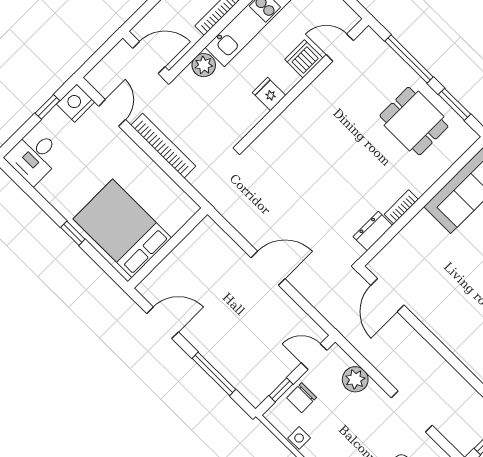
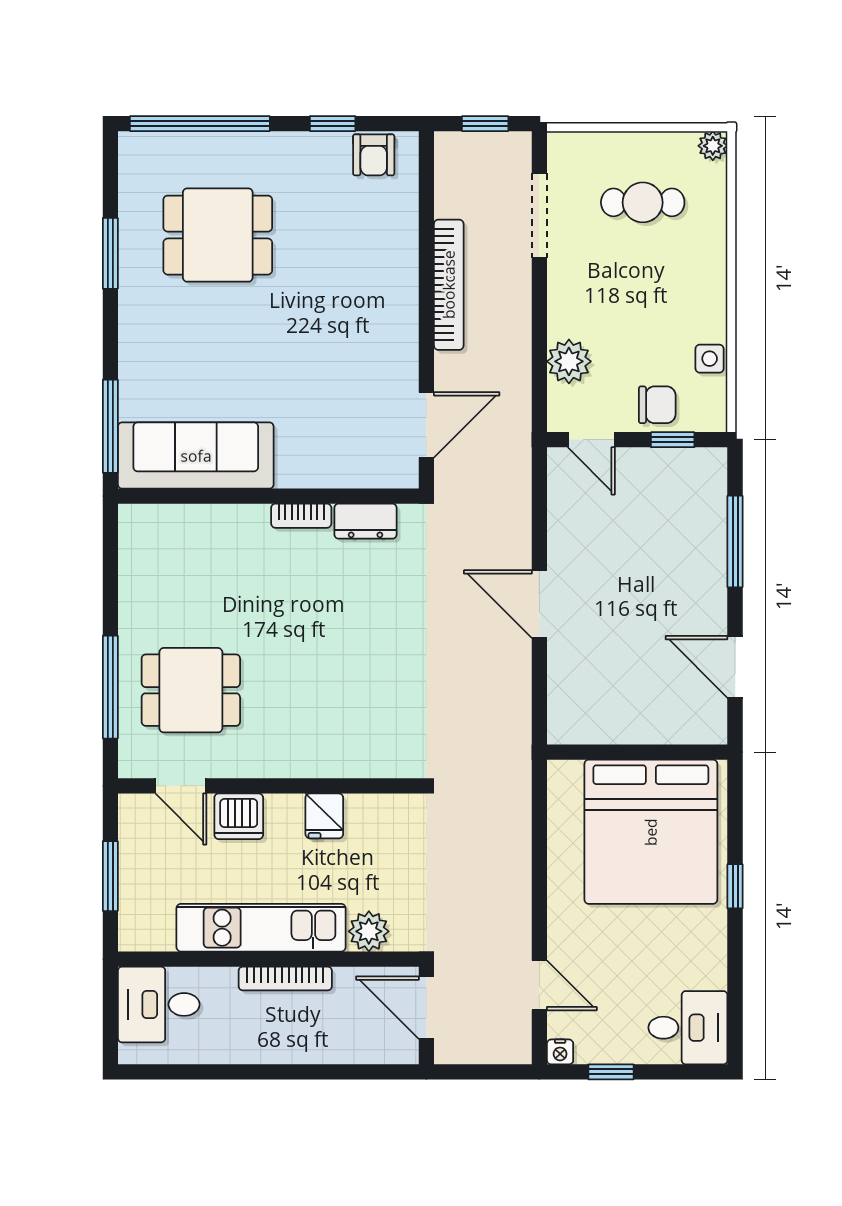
nightstand: (76, 103) -> (560, 1052), width x0.53, depth x0.56
window: (455, 104) -> (110, 576), removed
door: (112, 113) -> (539, 985), swing flipped
dining table: (414, 121) -> (191, 690), moved, turned 90
bookcase: (163, 146) -> (449, 285), moved, turned 180
bed: (122, 228) -> (651, 832), width x1.36
doorway: (412, 412) -> (539, 216), moved

